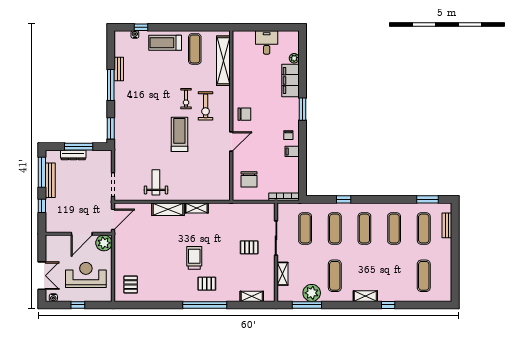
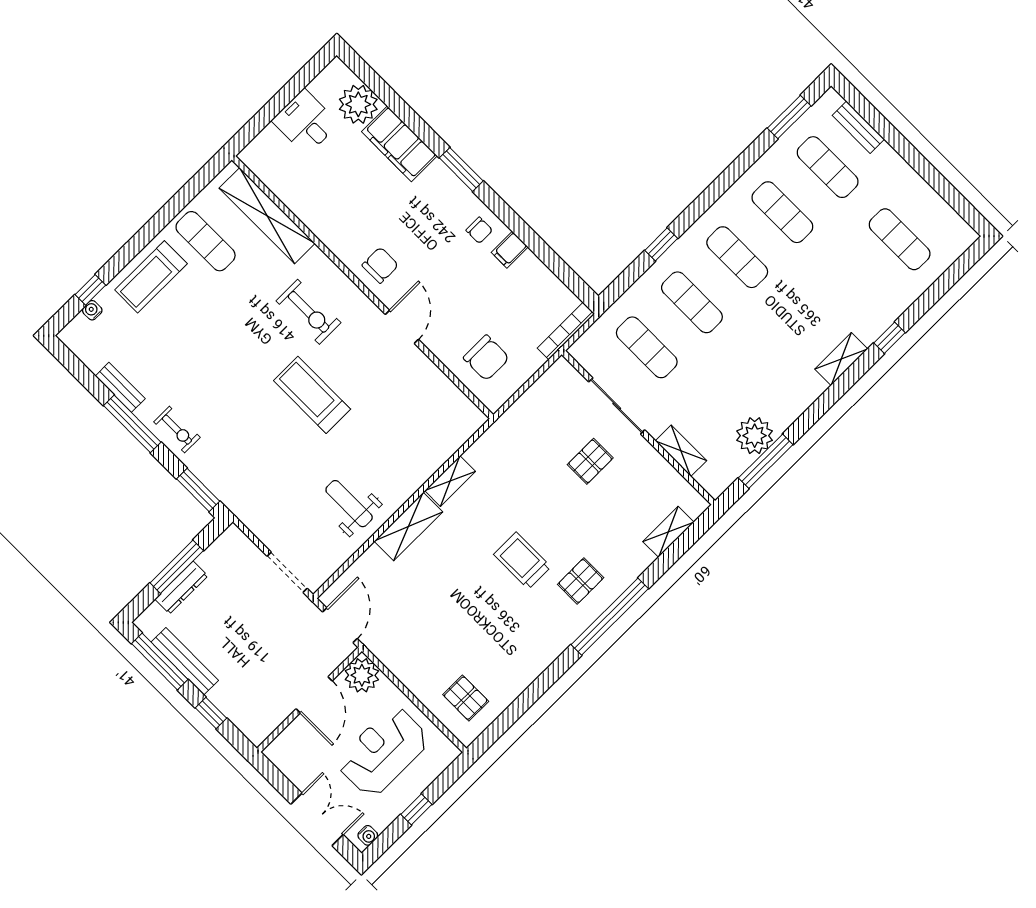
plant: (294, 58) -> (358, 104), width x1.88, depth x1.88
exercise bike: (186, 99) -> (177, 430), moved
exercise mat: (335, 276) -> (764, 374), removed

